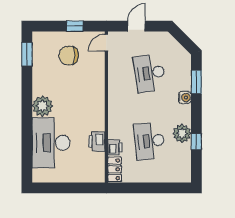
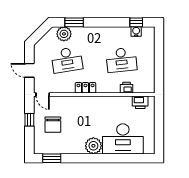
water cooler: (185, 98) -> (136, 31), moved
plant: (182, 133) -> (64, 34), moved
printer: (97, 141) -> (140, 102), moved
window: (196, 142) -> (136, 22), moved
locker: (115, 169) -> (85, 88), moved

